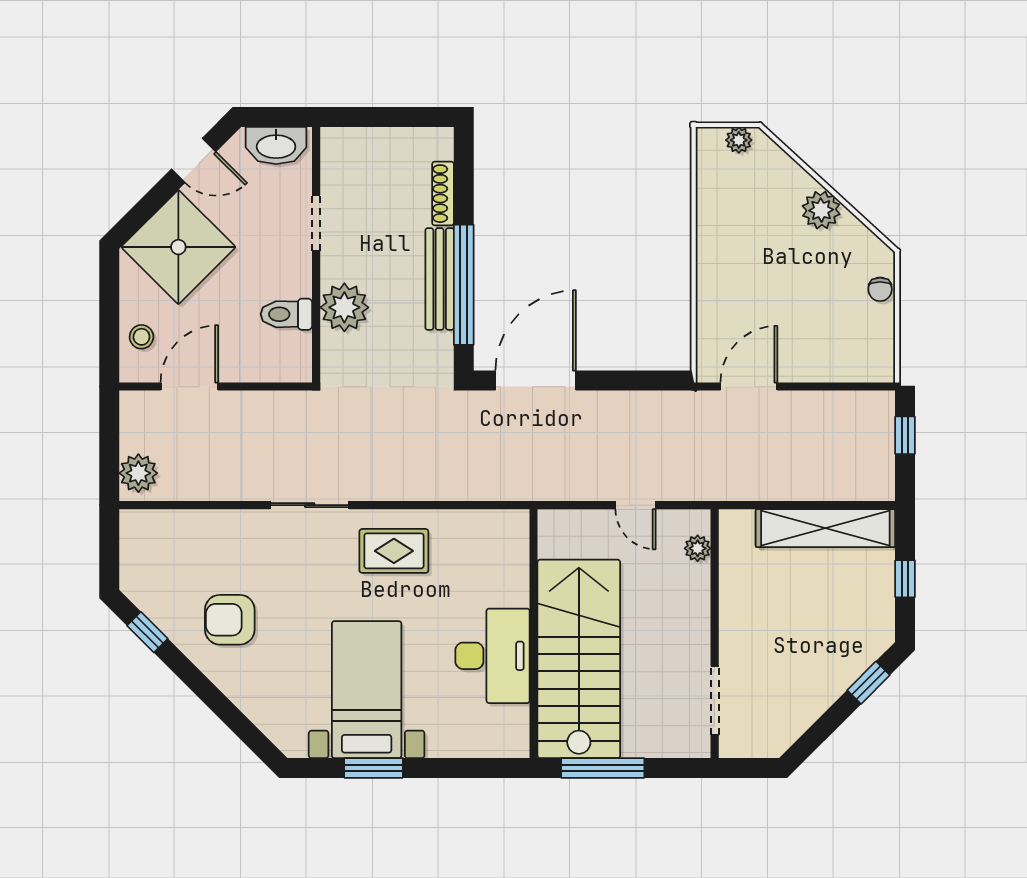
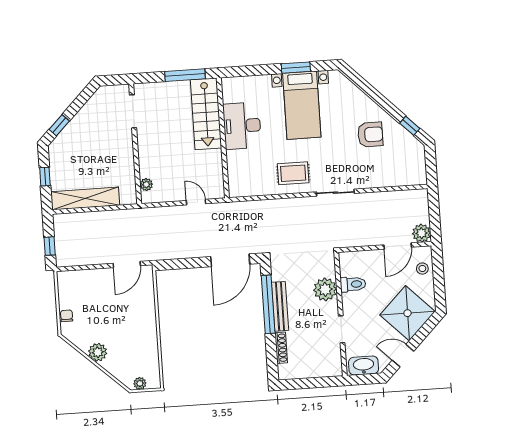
plant: (138, 473) -> (421, 233), moved
door: (636, 505) -> (196, 202), moved
stairs: (579, 659) -> (206, 114), width x0.73, depth x0.66

